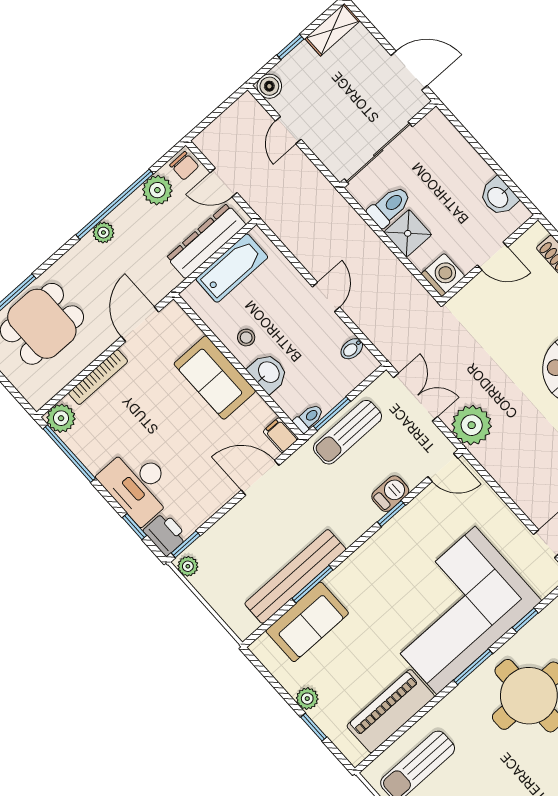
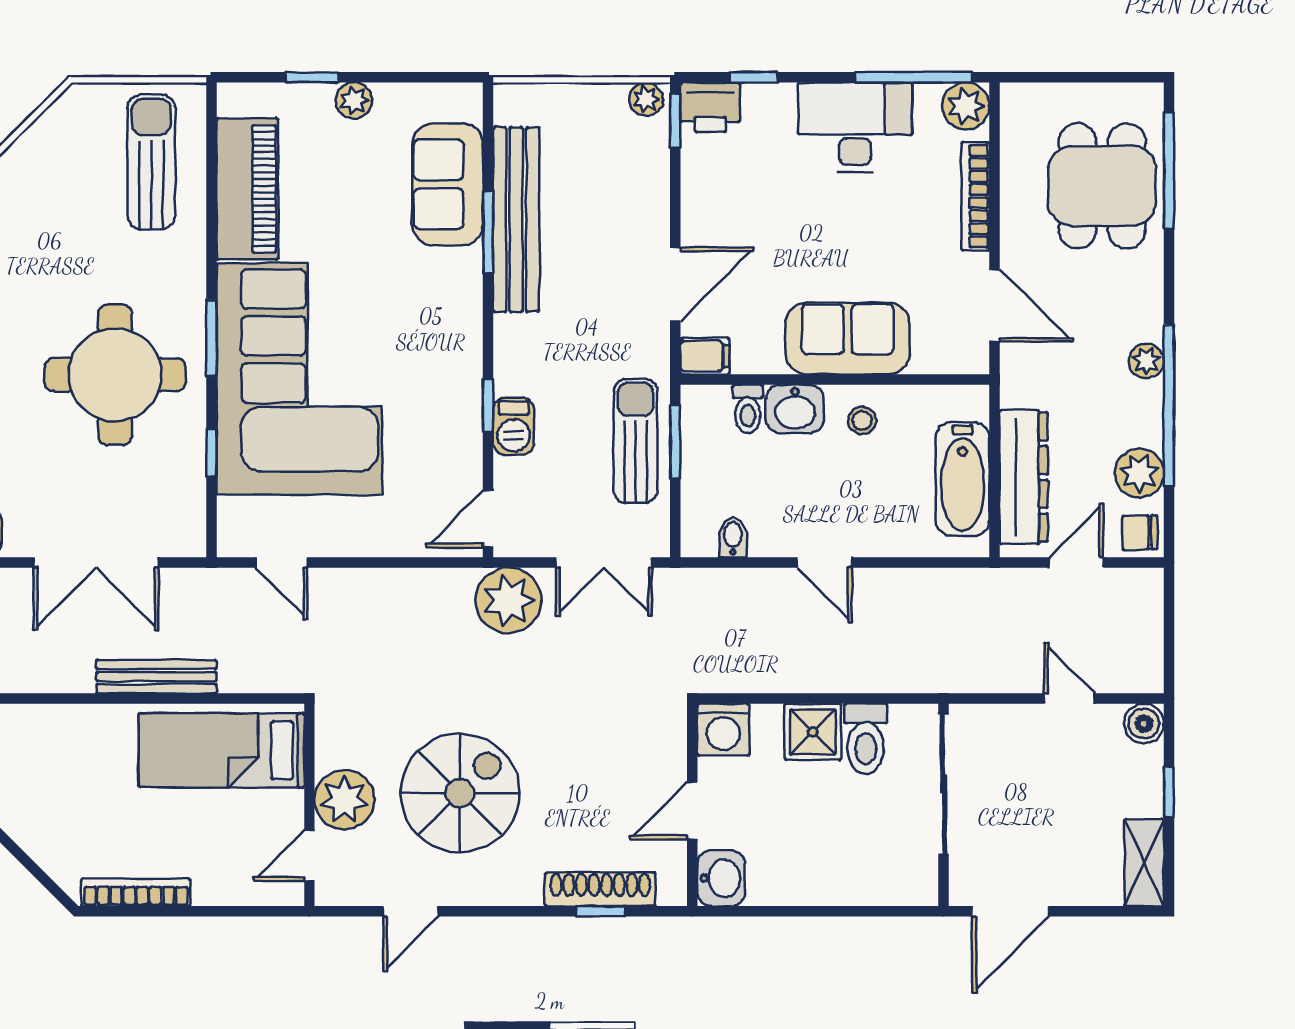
washbasin: (498, 197) -> (721, 878), moved, turned 90
toilet: (309, 418) -> (748, 409), moved
desk: (138, 485) -> (855, 127), moved

